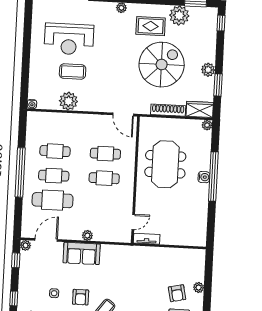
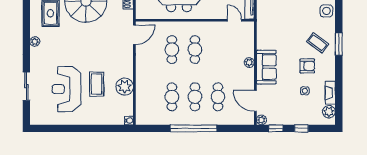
reception desk: (69, 39) -> (66, 89), turned 180
cafe table: (52, 200) -> (218, 97), width x0.73, depth x0.74
window: (14, 298) -> (301, 128), moved

